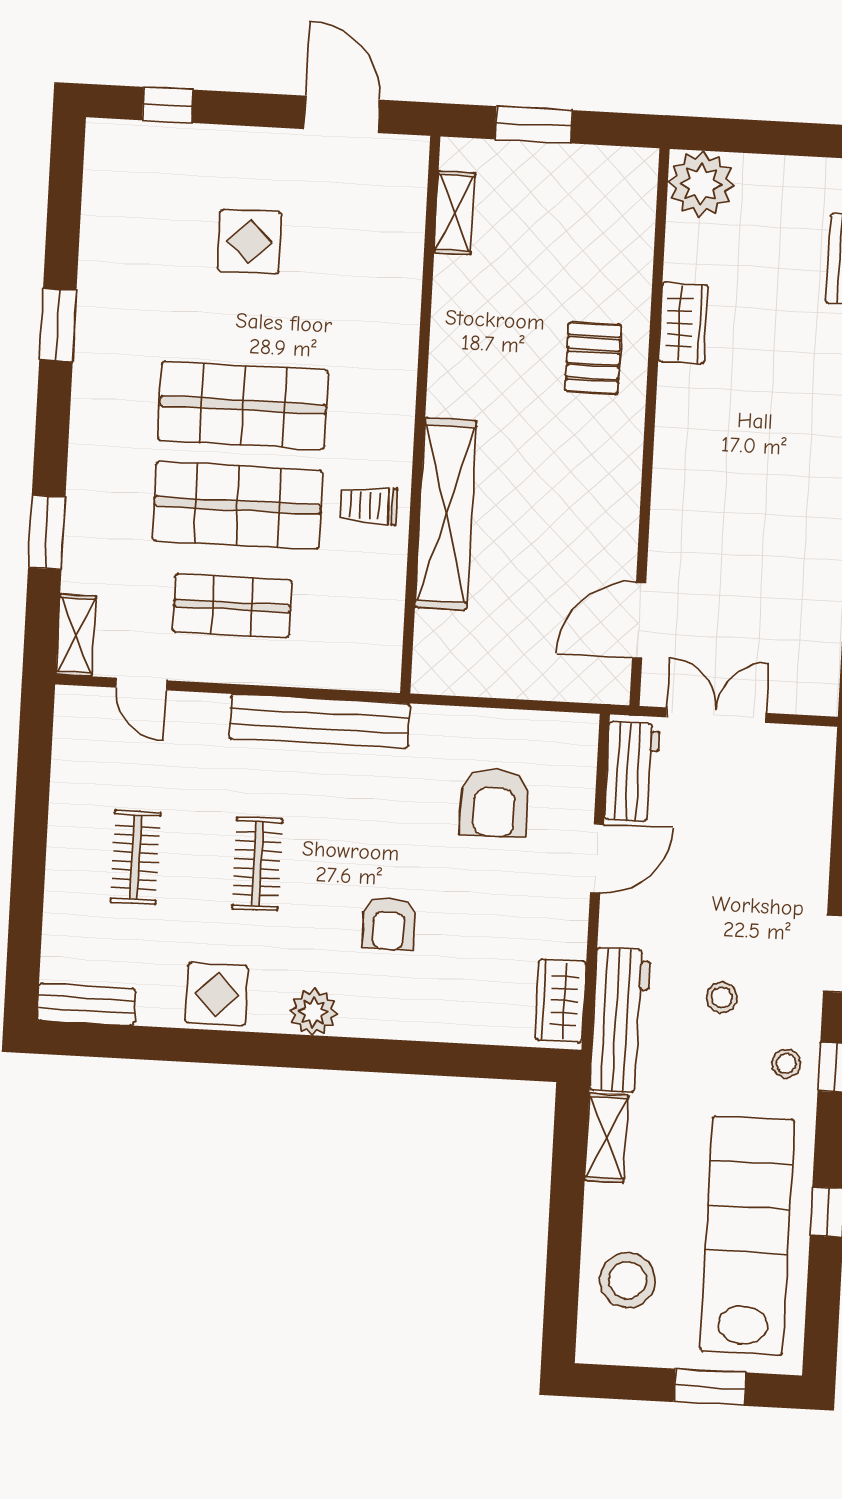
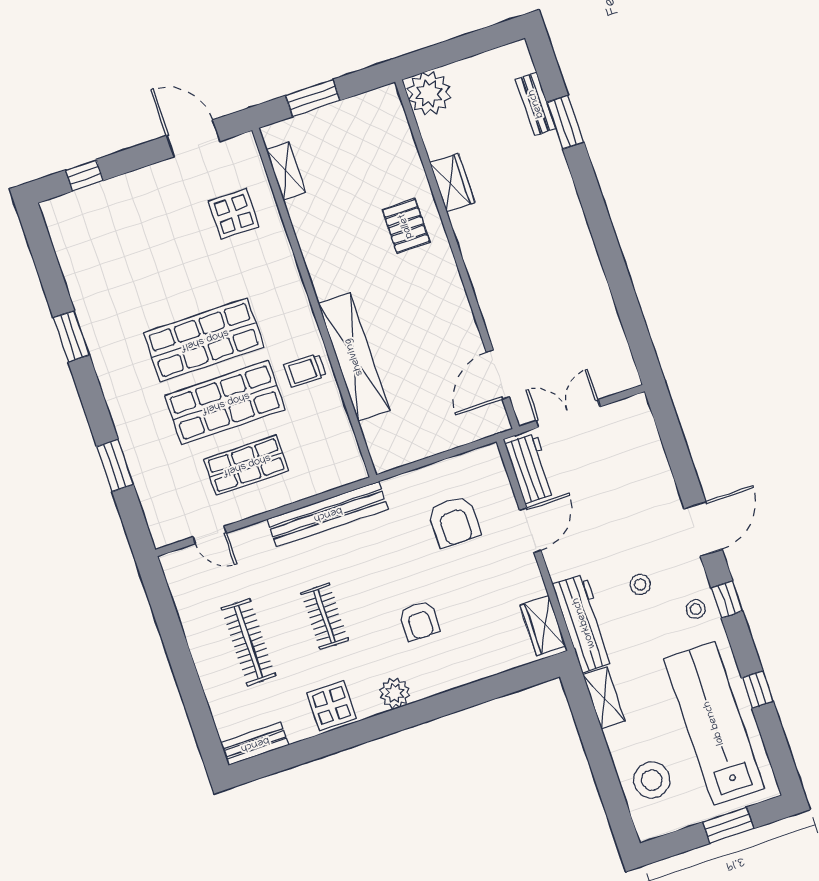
display table: (249, 241) -> (234, 214), moved
shelving: (76, 635) -> (158, 521), removed
clothes rail: (135, 857) -> (248, 642), width x1.36

